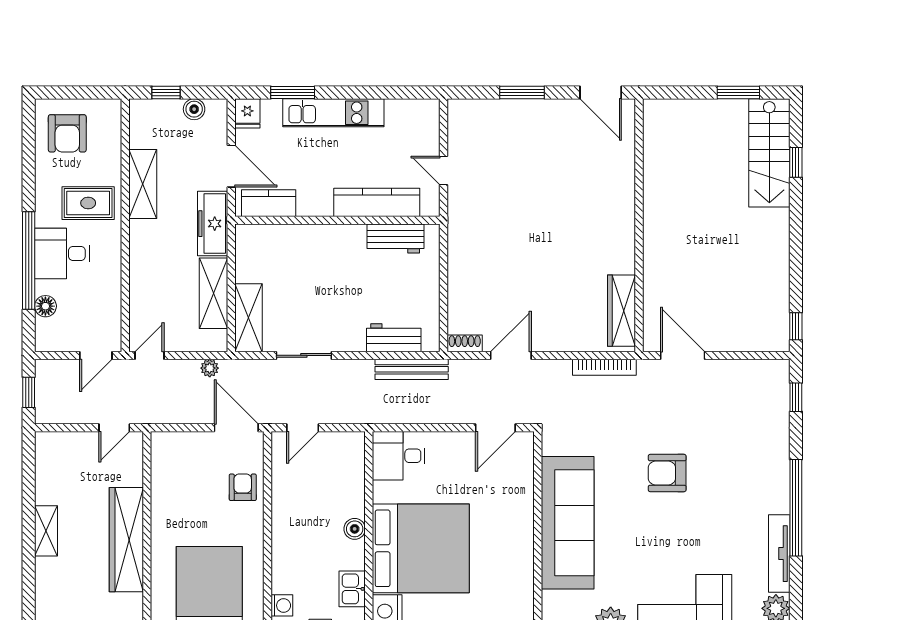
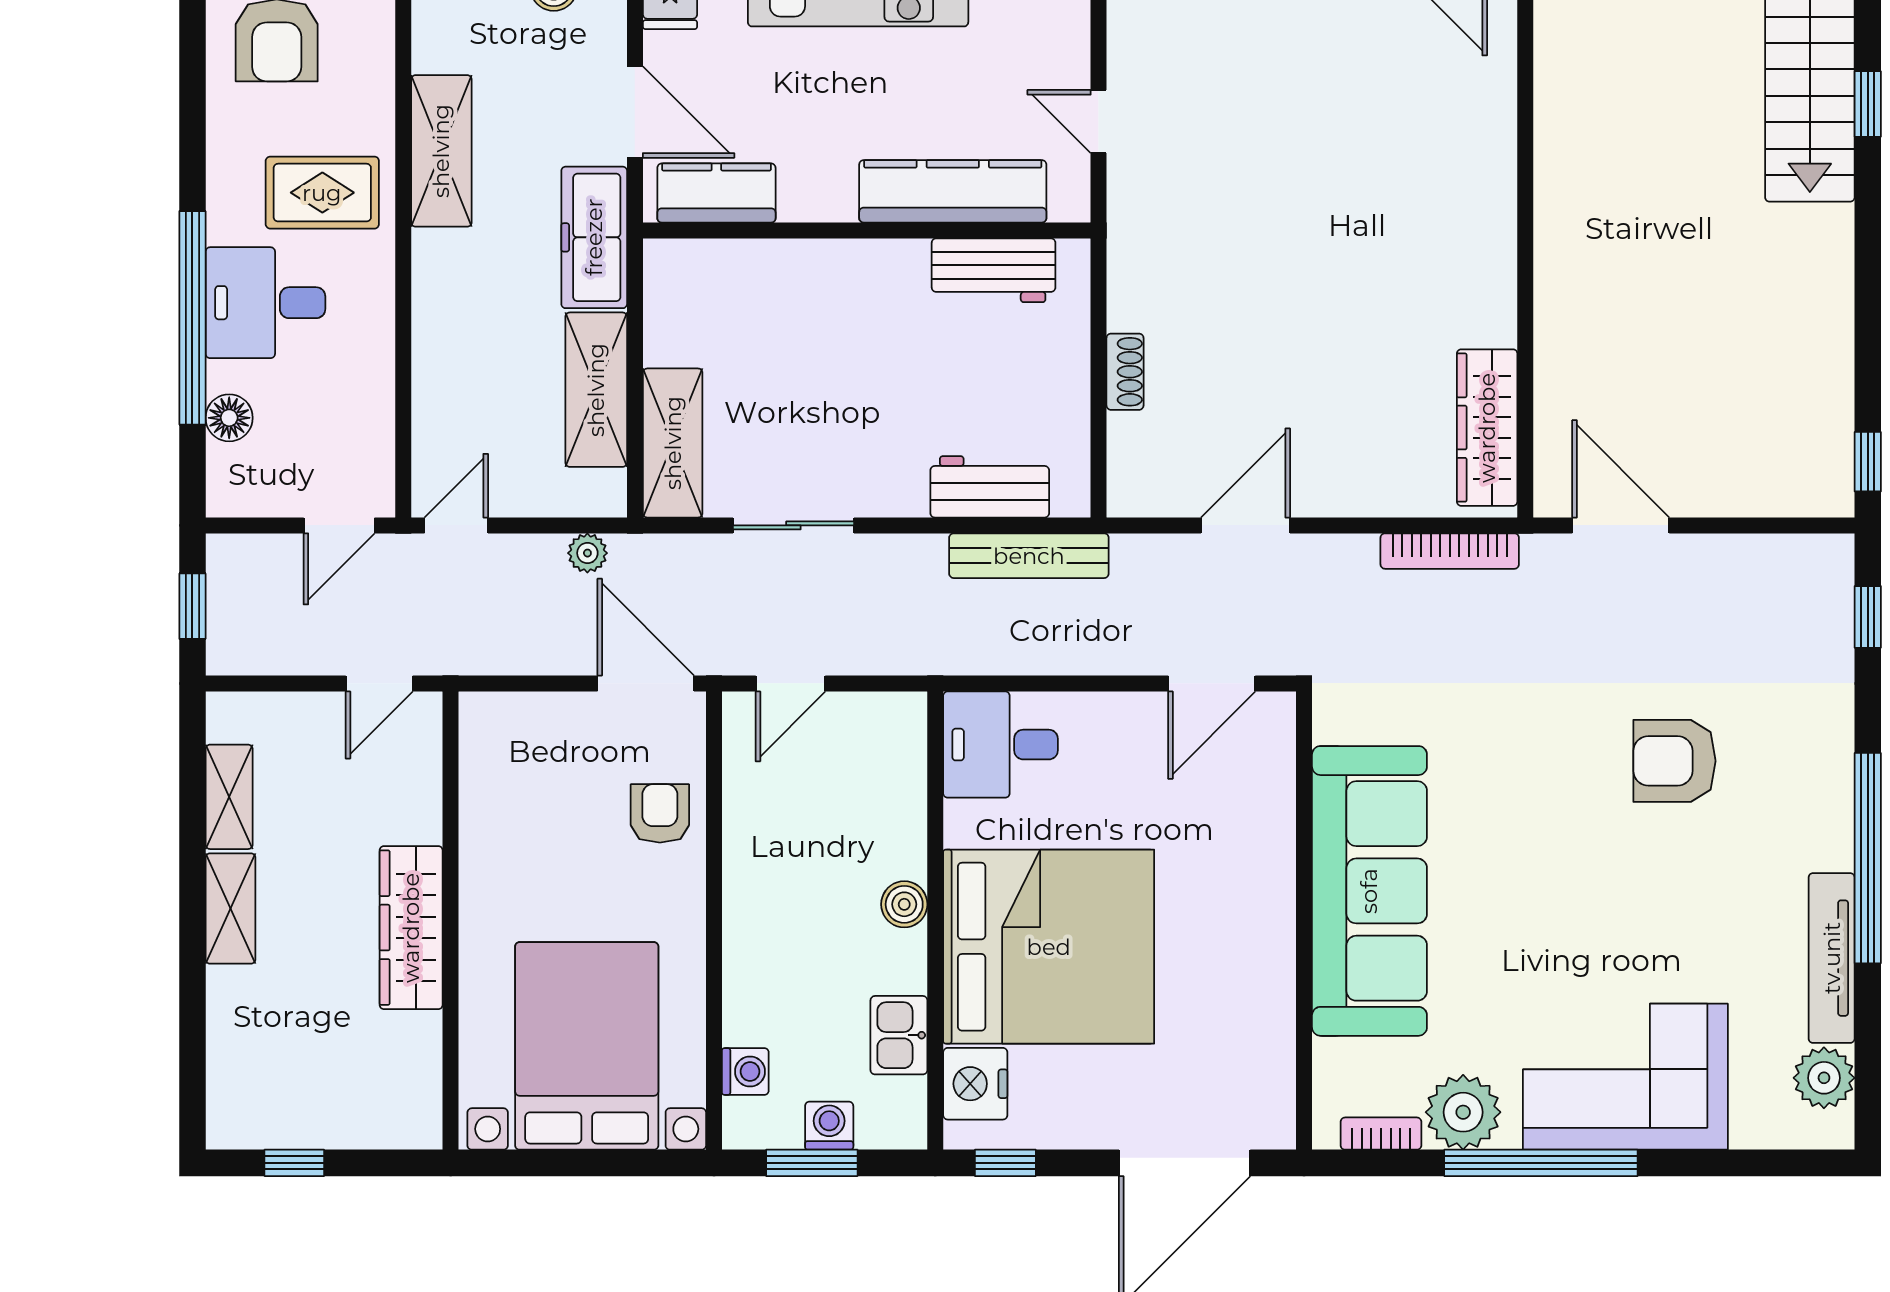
shoe rack: (465, 343) -> (1125, 372), moved, turned 90
armchair: (667, 473) -> (1674, 761), moved
shelving: (45, 480) -> (229, 797), added
wardrobe: (126, 540) -> (411, 928), width x0.71, depth x0.85

